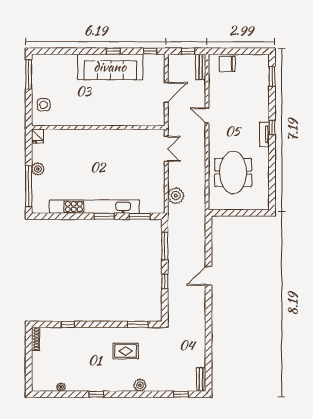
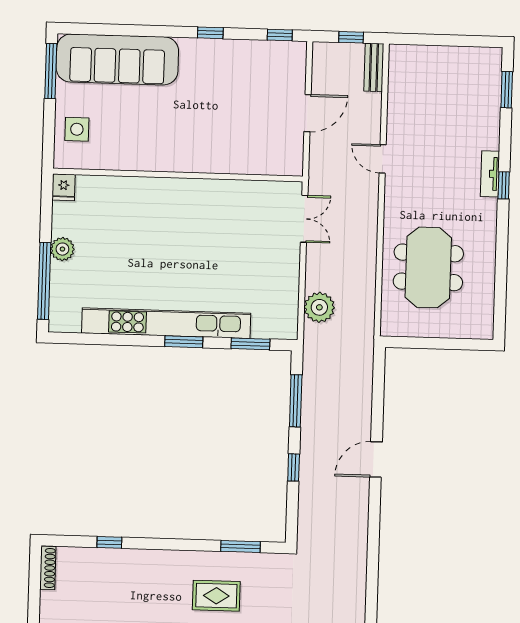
chair: (227, 64) -> (423, 63), removed
sofa: (110, 67) -> (117, 59), moved
tv unit: (264, 134) -> (490, 174), moved

